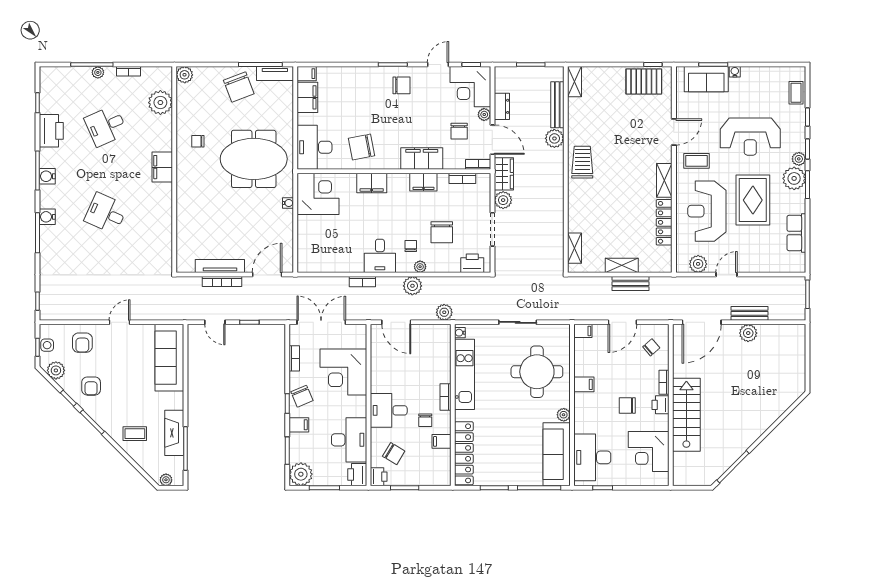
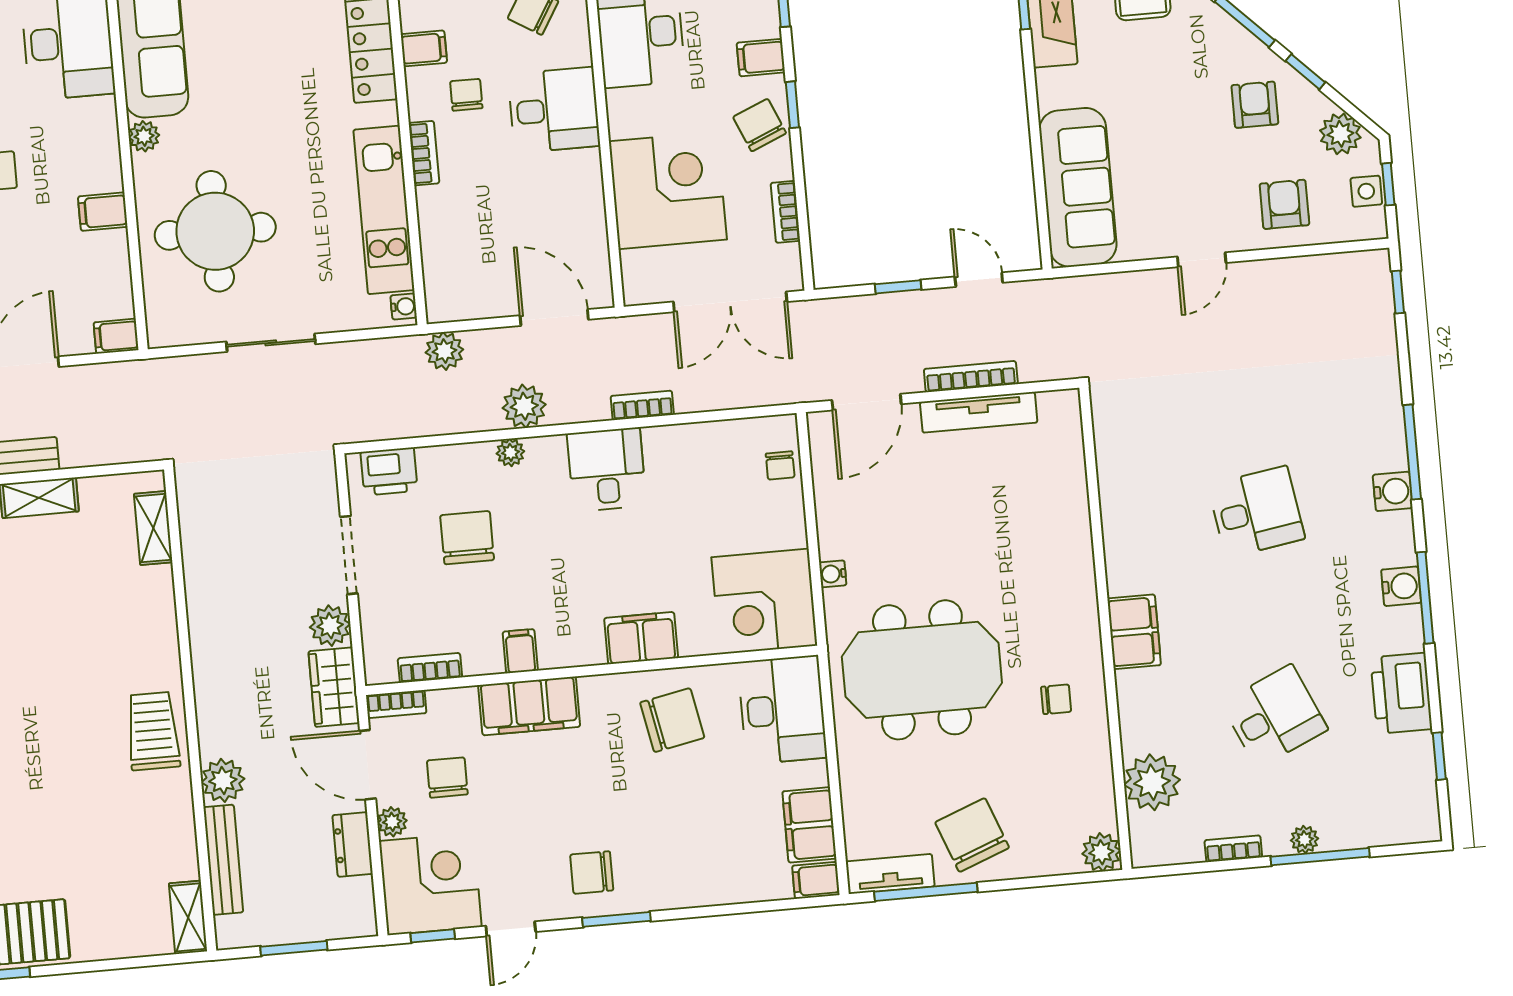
trolley: (582, 162) -> (153, 731), turned 180
filing cabinet: (423, 182) -> (520, 651), width x0.50
desk: (106, 213) -> (1256, 512), turned -33
chair: (411, 246) -> (780, 465), moved

